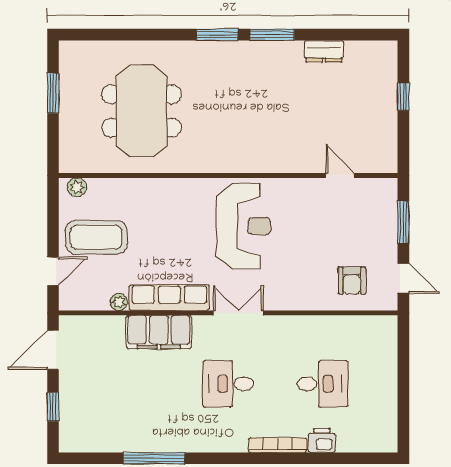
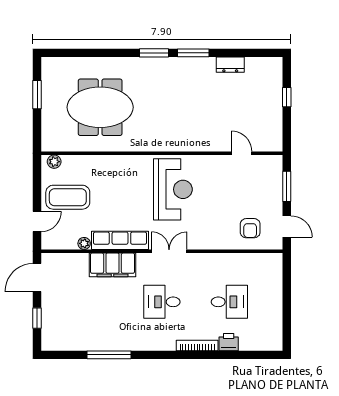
meeting table: (141, 111) -> (100, 107), turned 90

